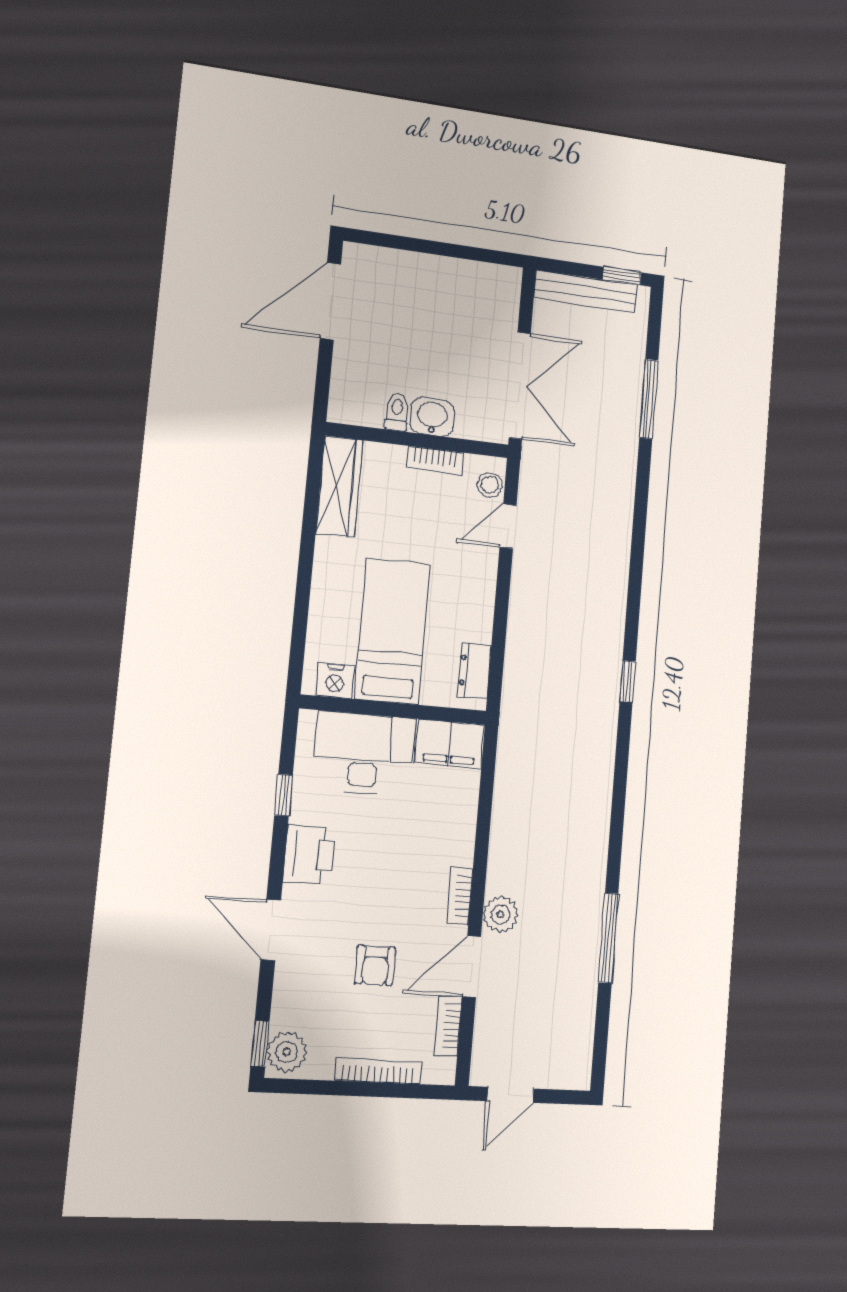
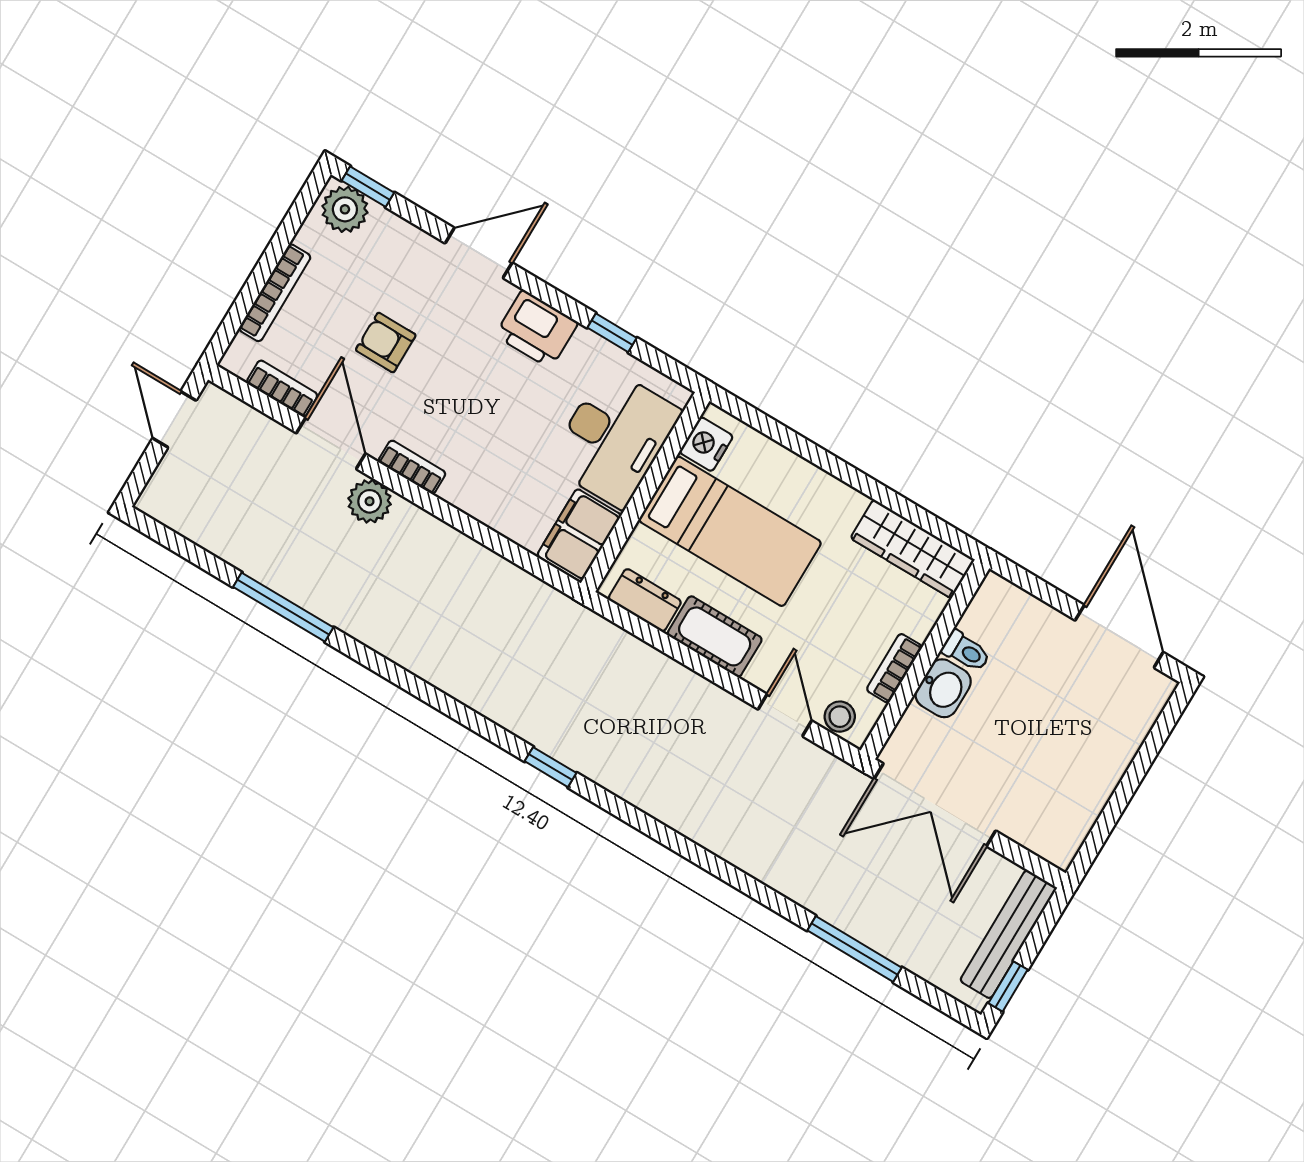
cot: (476, 606) -> (715, 636), added

